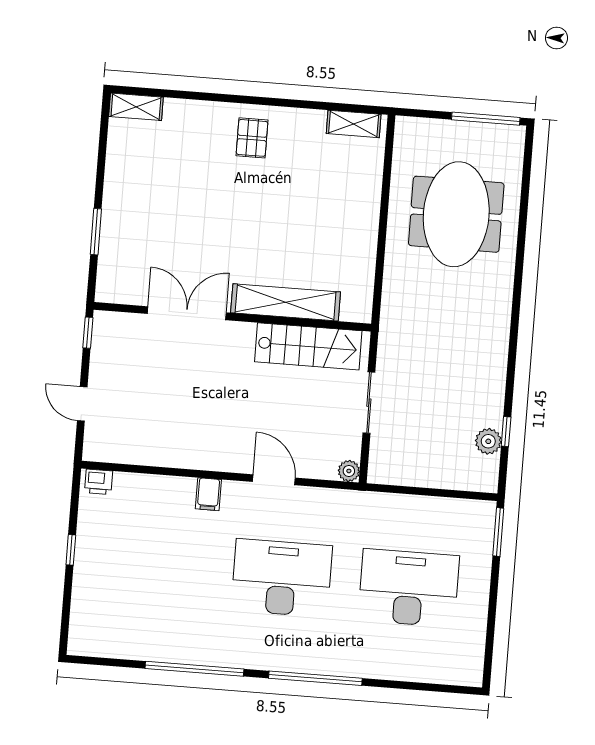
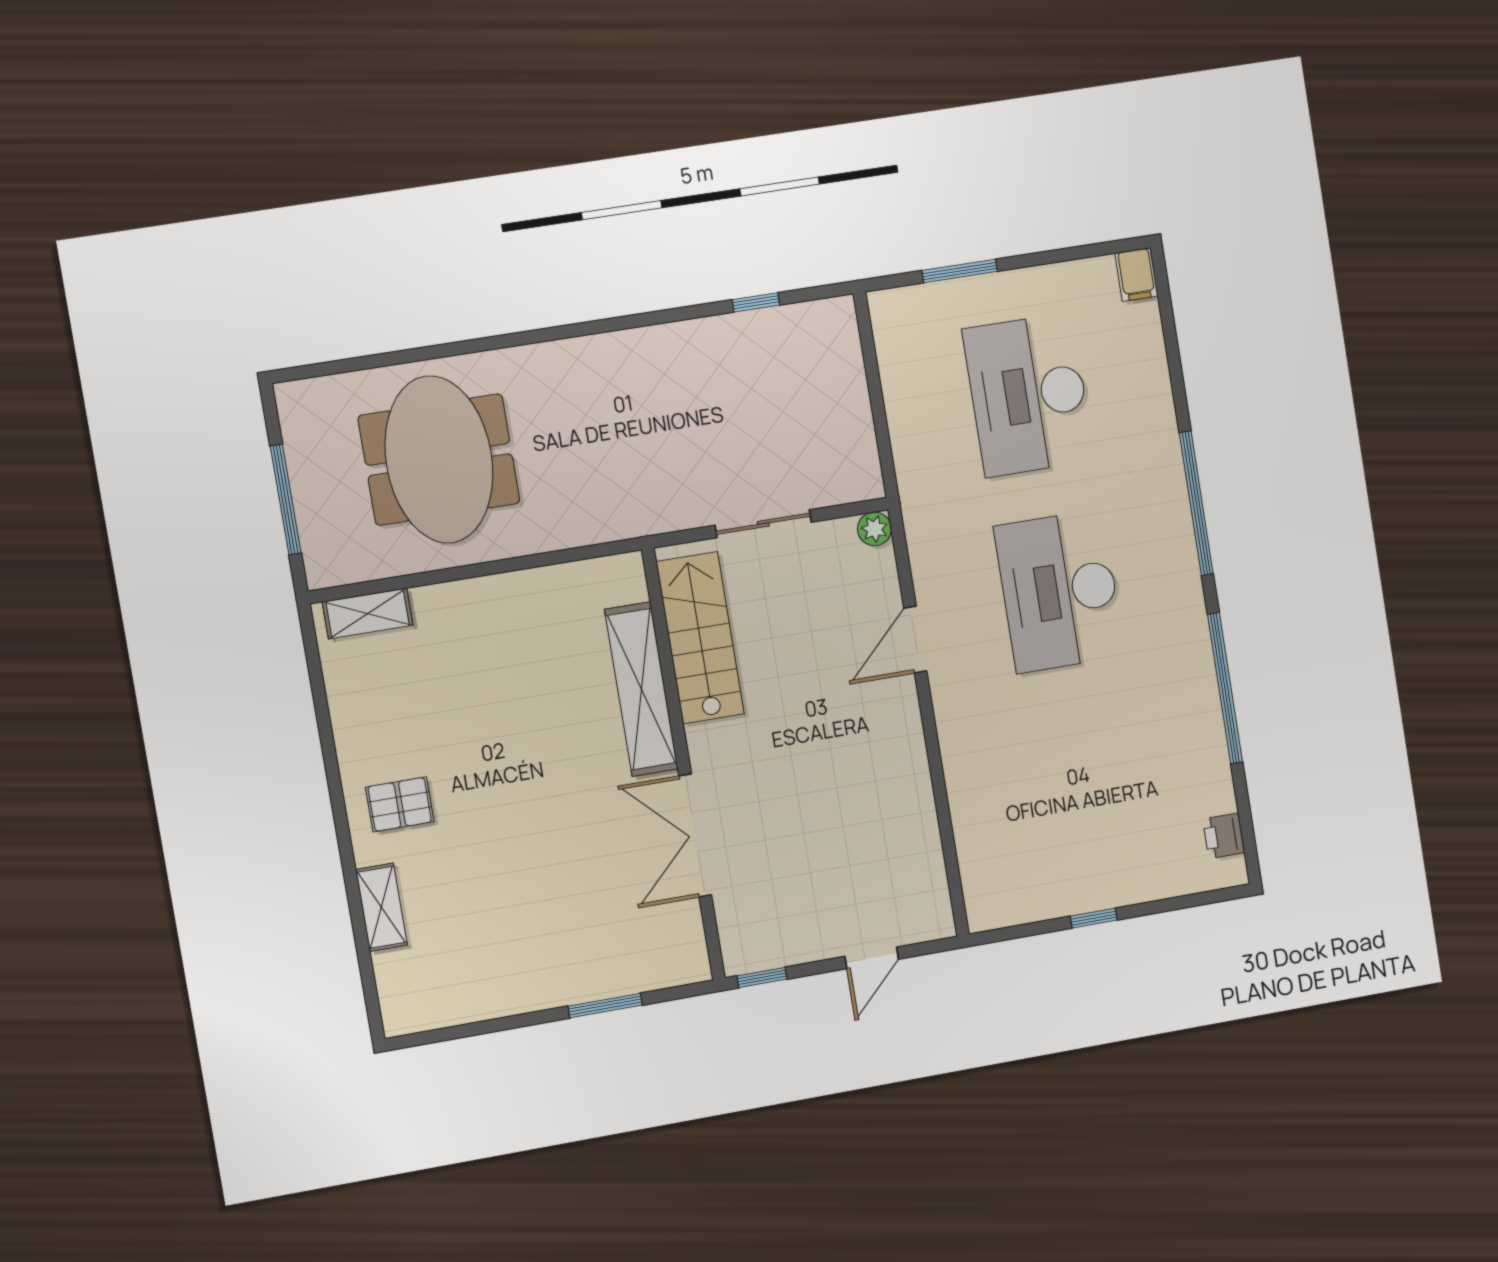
shelving: (136, 107) -> (381, 907), moved
window: (486, 119) -> (286, 500), moved
shelving: (354, 124) -> (368, 613), moved, turned 90
meeting table: (456, 214) -> (439, 460), turned 90
plant: (488, 441) -> (777, 326), removed
printer: (99, 482) -> (1224, 836), moved, turned 180
filing cabinet: (208, 494) -> (1136, 275), moved, turned 90
window: (498, 532) -> (960, 271), moved

